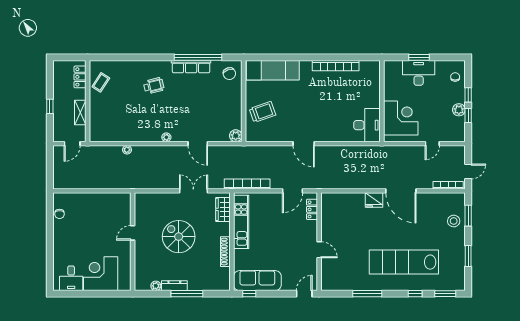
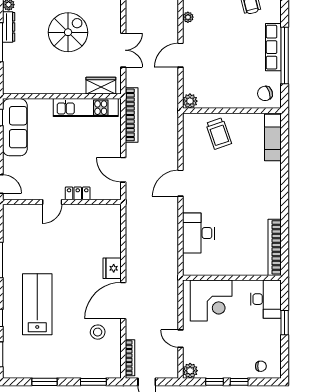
bookcase: (336, 66) -> (275, 247), moved
exam couch: (273, 70) -> (273, 137), width x0.73, depth x0.69
desk: (419, 73) -> (266, 299), moved
plant: (459, 110) -> (190, 371), moved
desk: (367, 125) -> (198, 233), moved, turned 90
locker: (312, 209) -> (78, 193), moved
stool: (454, 221) -> (98, 332), moved
shoe rack: (225, 252) -> (50, 89), removed
lab bench: (404, 262) -> (37, 304), width x0.73

